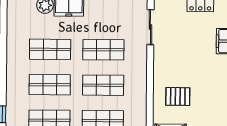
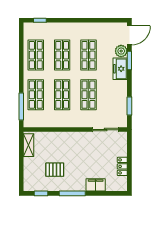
pallet: (178, 96) -> (55, 170), moved, turned 90

